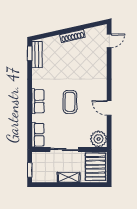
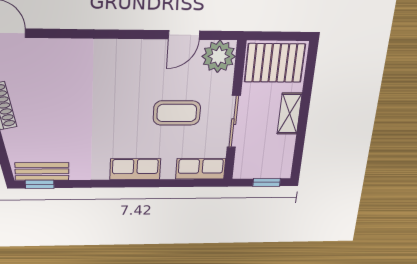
coffee table: (70, 102) -> (177, 113), moved
door: (109, 108) -> (184, 35), moved

